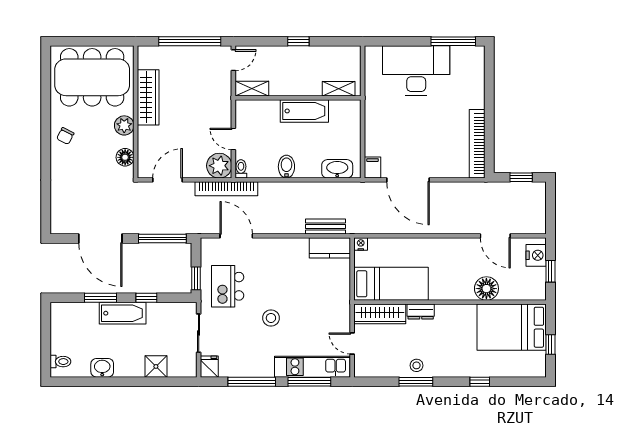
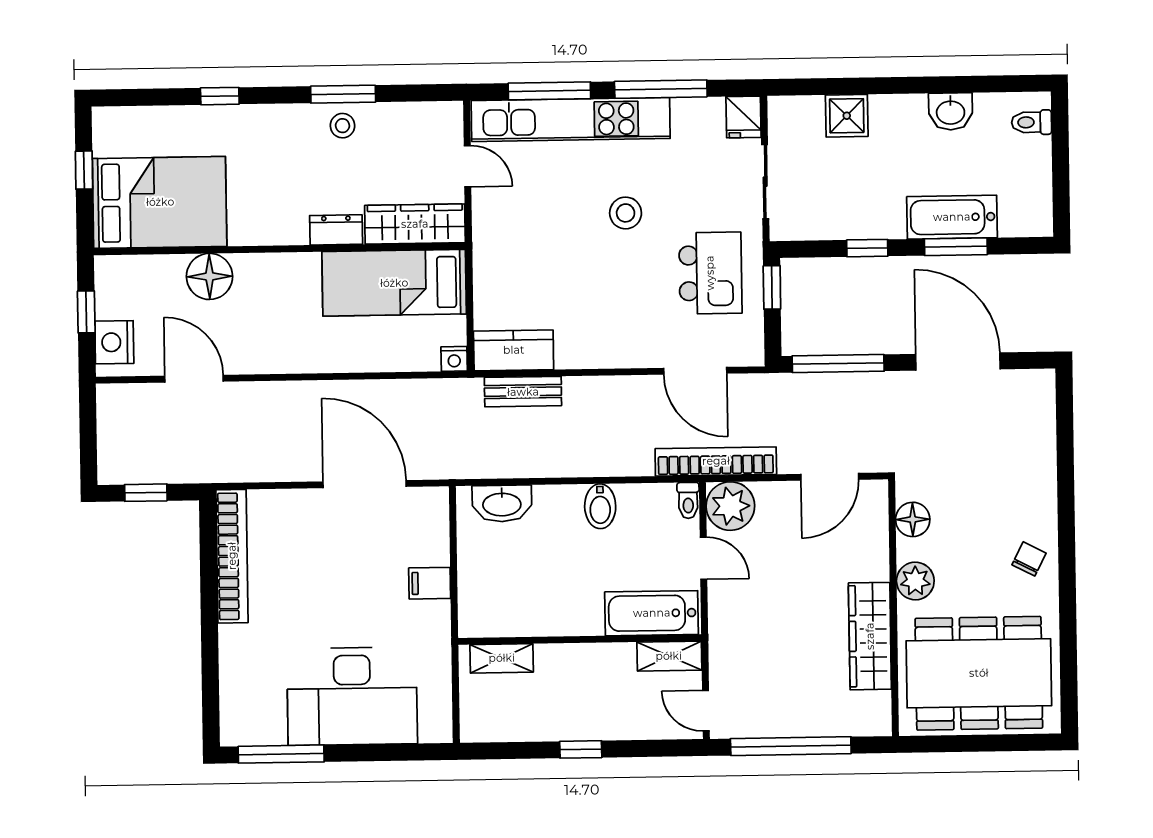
door: (233, 60) -> (706, 711), hinge flipped
bathtub: (304, 111) -> (652, 613), moved
filing cabinet: (372, 168) -> (430, 583), moved, turned 90
bathtub: (123, 313) -> (952, 217), moved
kitchen unit: (312, 367) -> (571, 120), width x1.36

